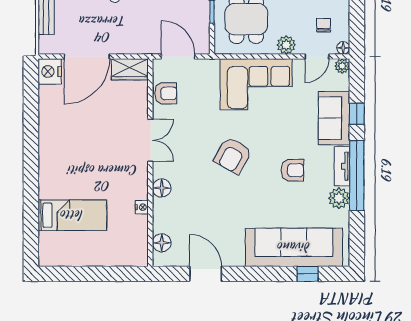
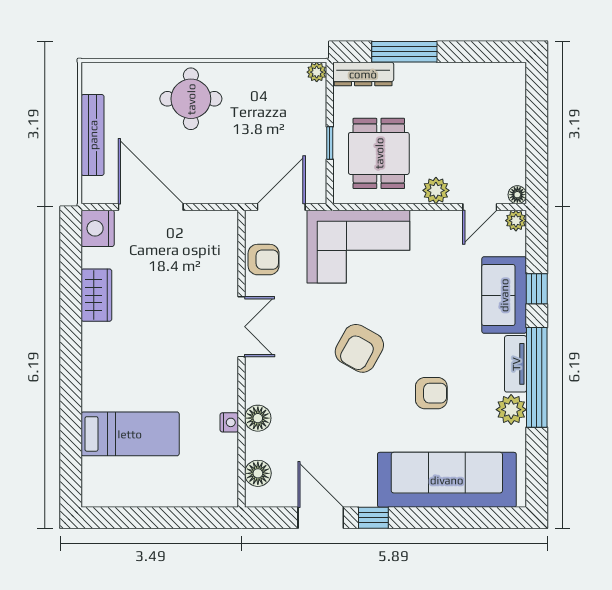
chair: (324, 25) -> (489, 162), removed
door: (87, 56) -> (151, 207), swing flipped
door: (178, 56) -> (281, 207), hinge flipped
wardrobe: (130, 69) -> (96, 295), moved, turned -90
corner sofa: (256, 84) -> (358, 247), moved
armchair: (292, 170) -> (431, 393), moved
floor lamp: (162, 188) -> (258, 418), moved
window: (308, 274) -> (373, 518), moved

